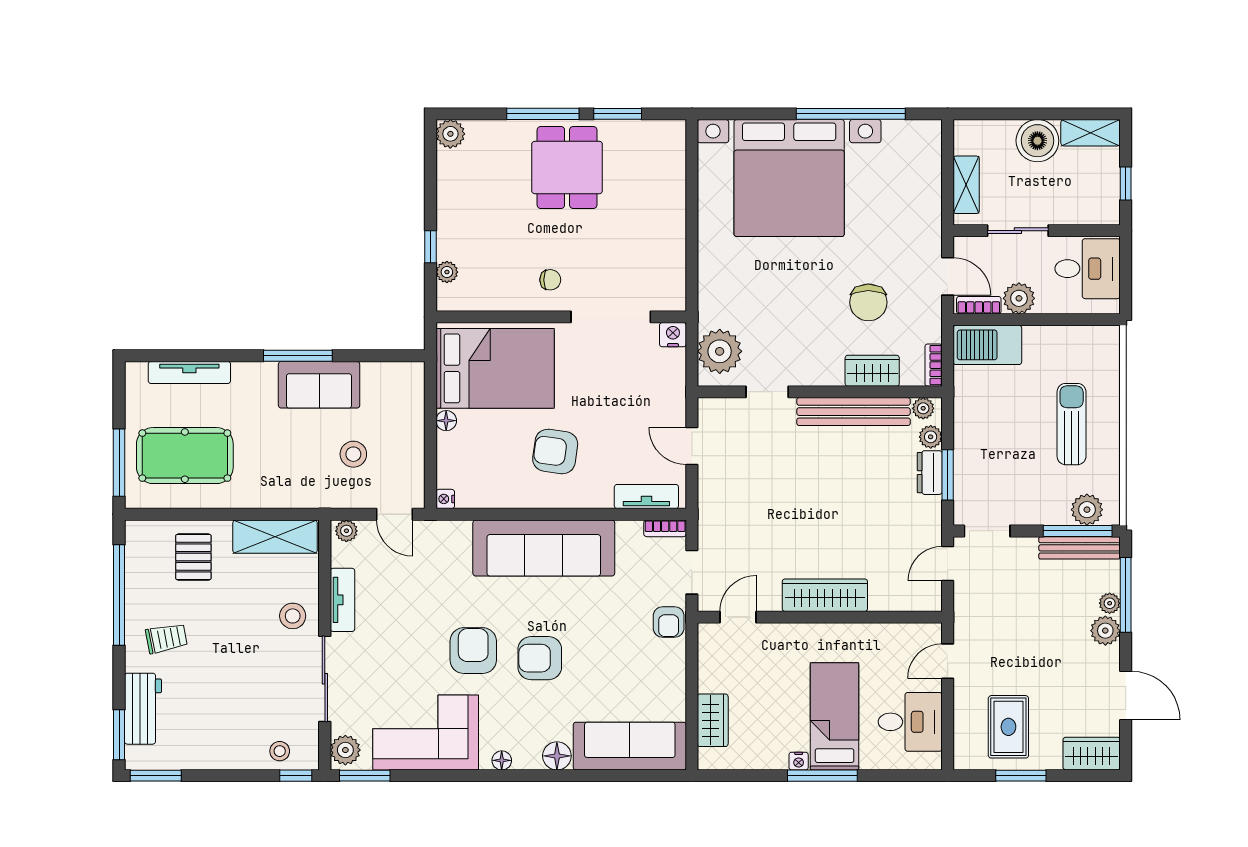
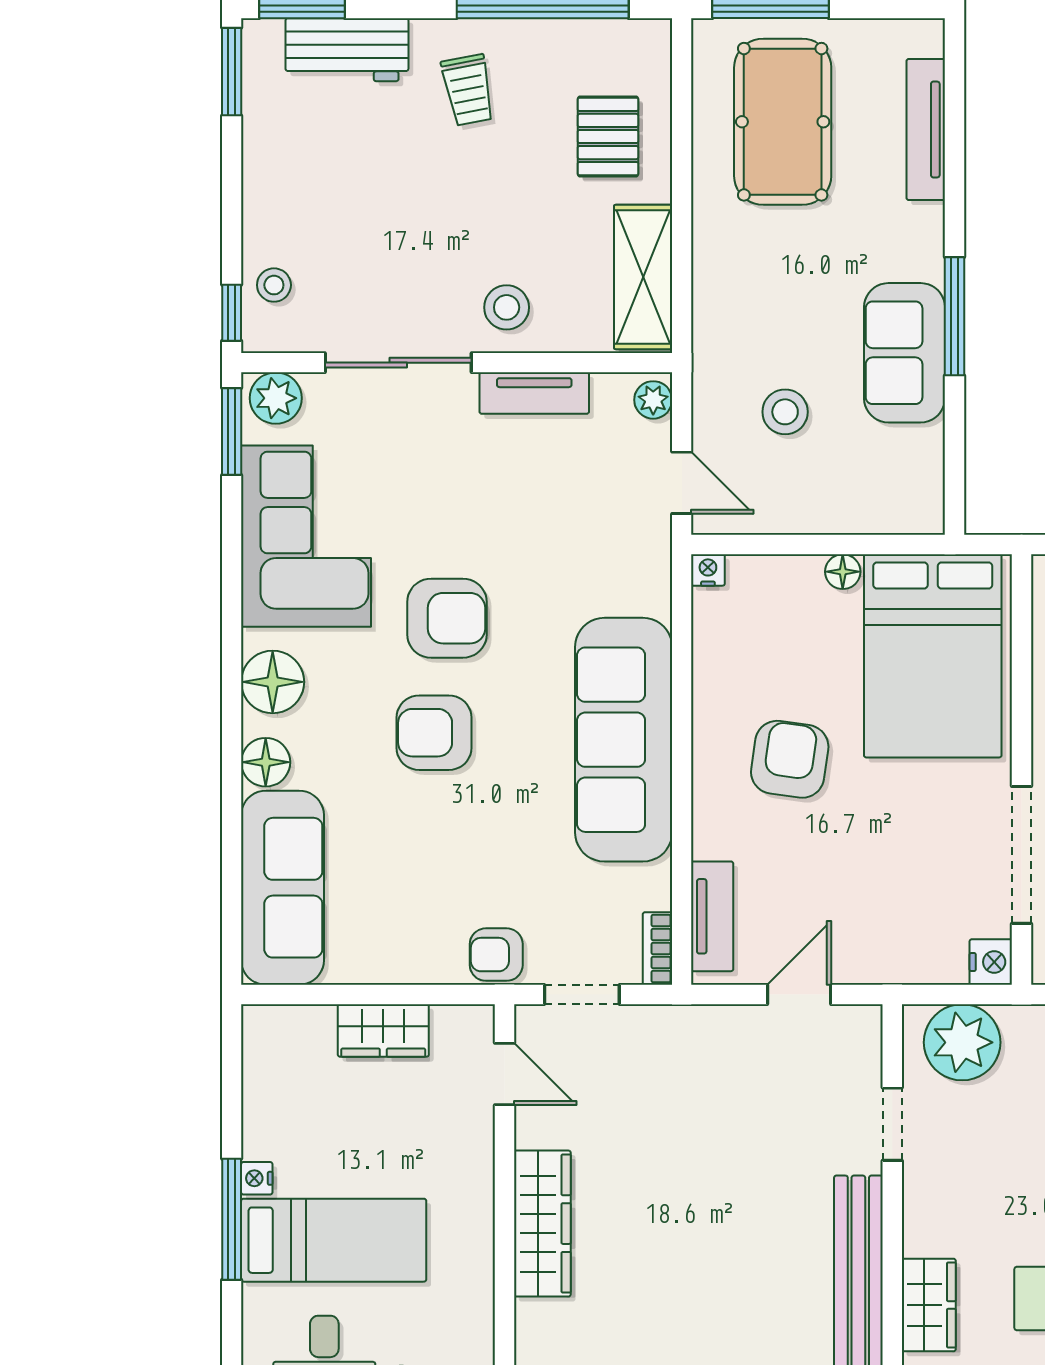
door: (395, 514) -> (682, 483), swing flipped
pallet: (193, 557) -> (608, 137), turned 90
armchair: (540, 658) -> (434, 733), turned -90
wardrobe: (713, 720) -> (383, 1030), moved
floor lamp: (502, 760) -> (273, 682), width x1.89, depth x1.89

